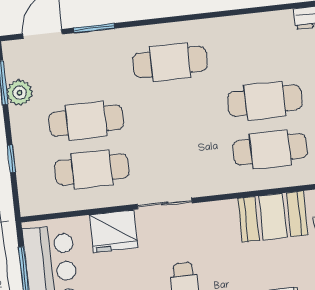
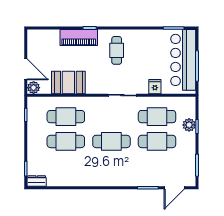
cafe table: (170, 62) -> (111, 141), moved
plant: (20, 93) -> (189, 125), moved
fridge: (114, 231) -> (155, 87), width x0.53, depth x0.75

